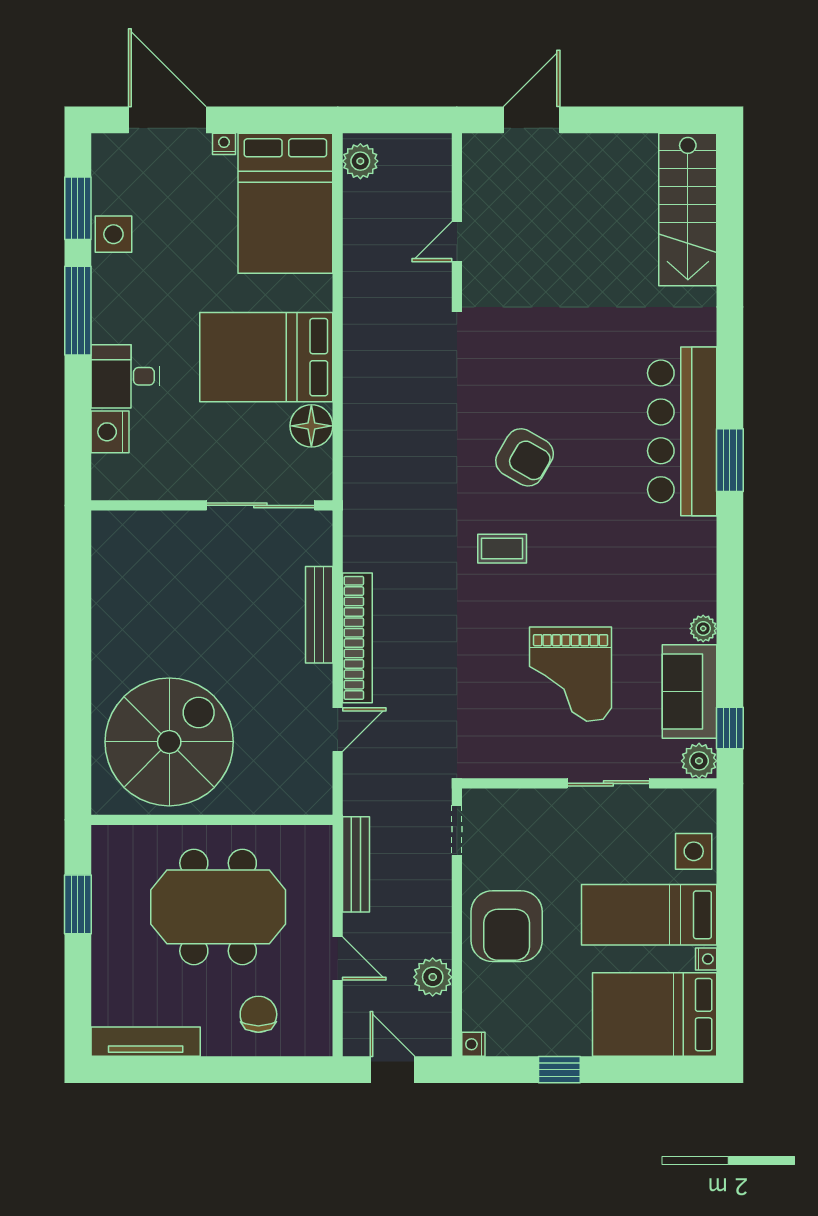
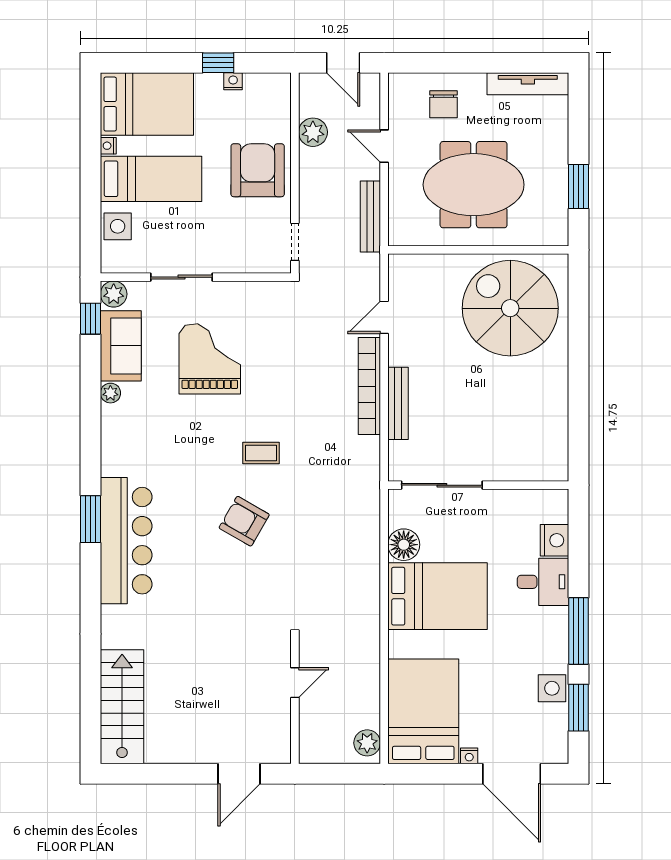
spiral stairs: (169, 742) -> (510, 308), turned 90
nightstand: (473, 1044) -> (233, 81), moved, turned -90

